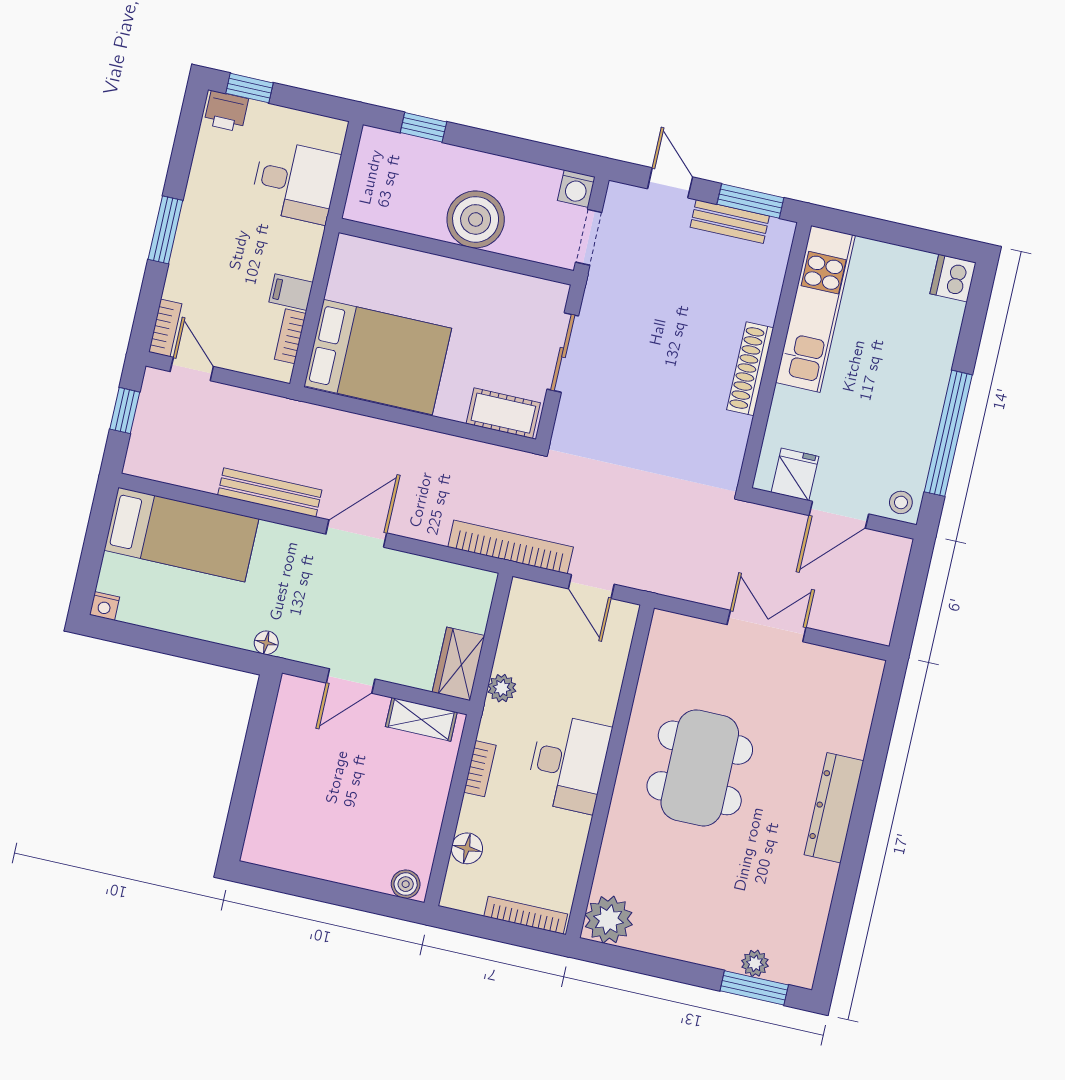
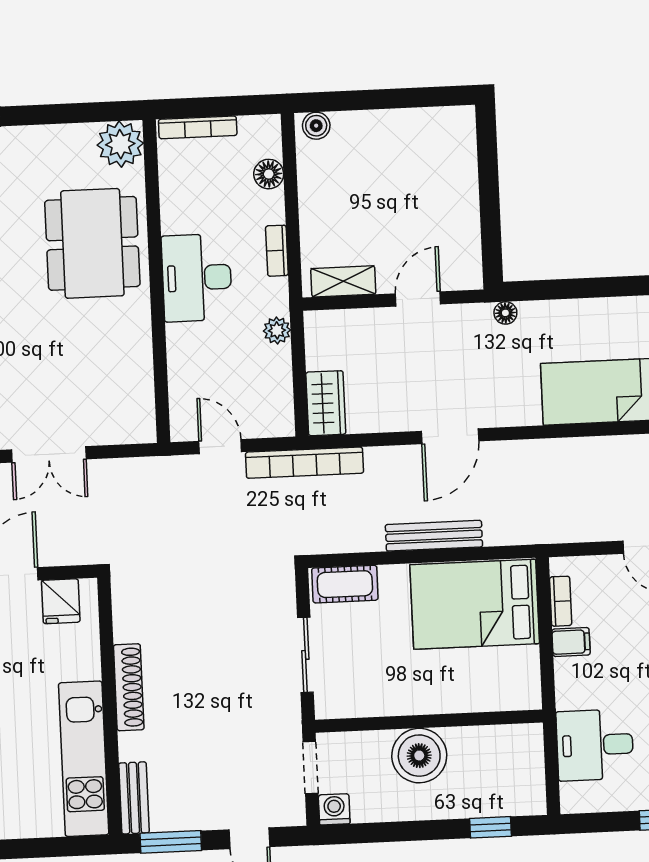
bench: (730, 222) -> (134, 798), moved, turned 90
bench: (270, 493) -> (434, 536), moved
wardrobe: (459, 664) -> (326, 403), moved
dining table: (700, 768) -> (92, 243), moved

